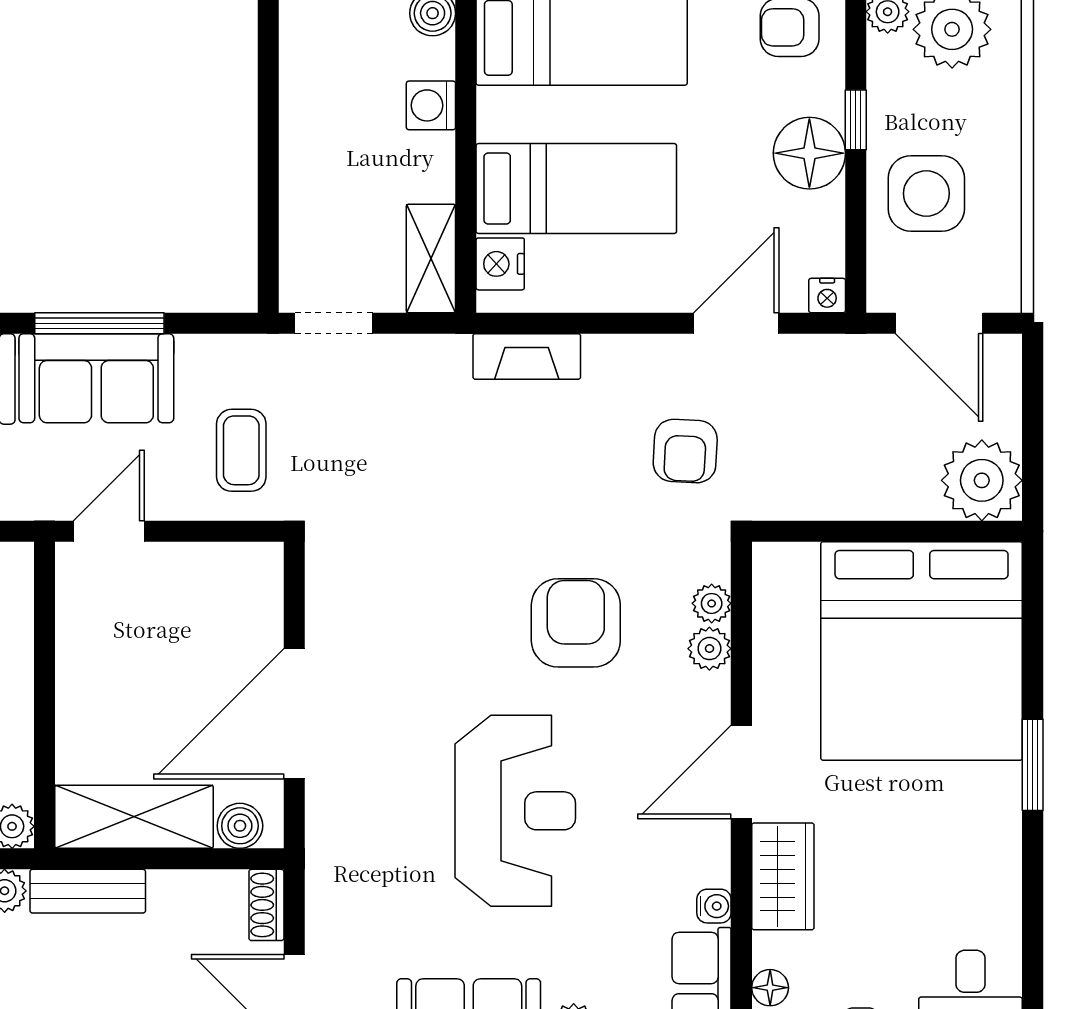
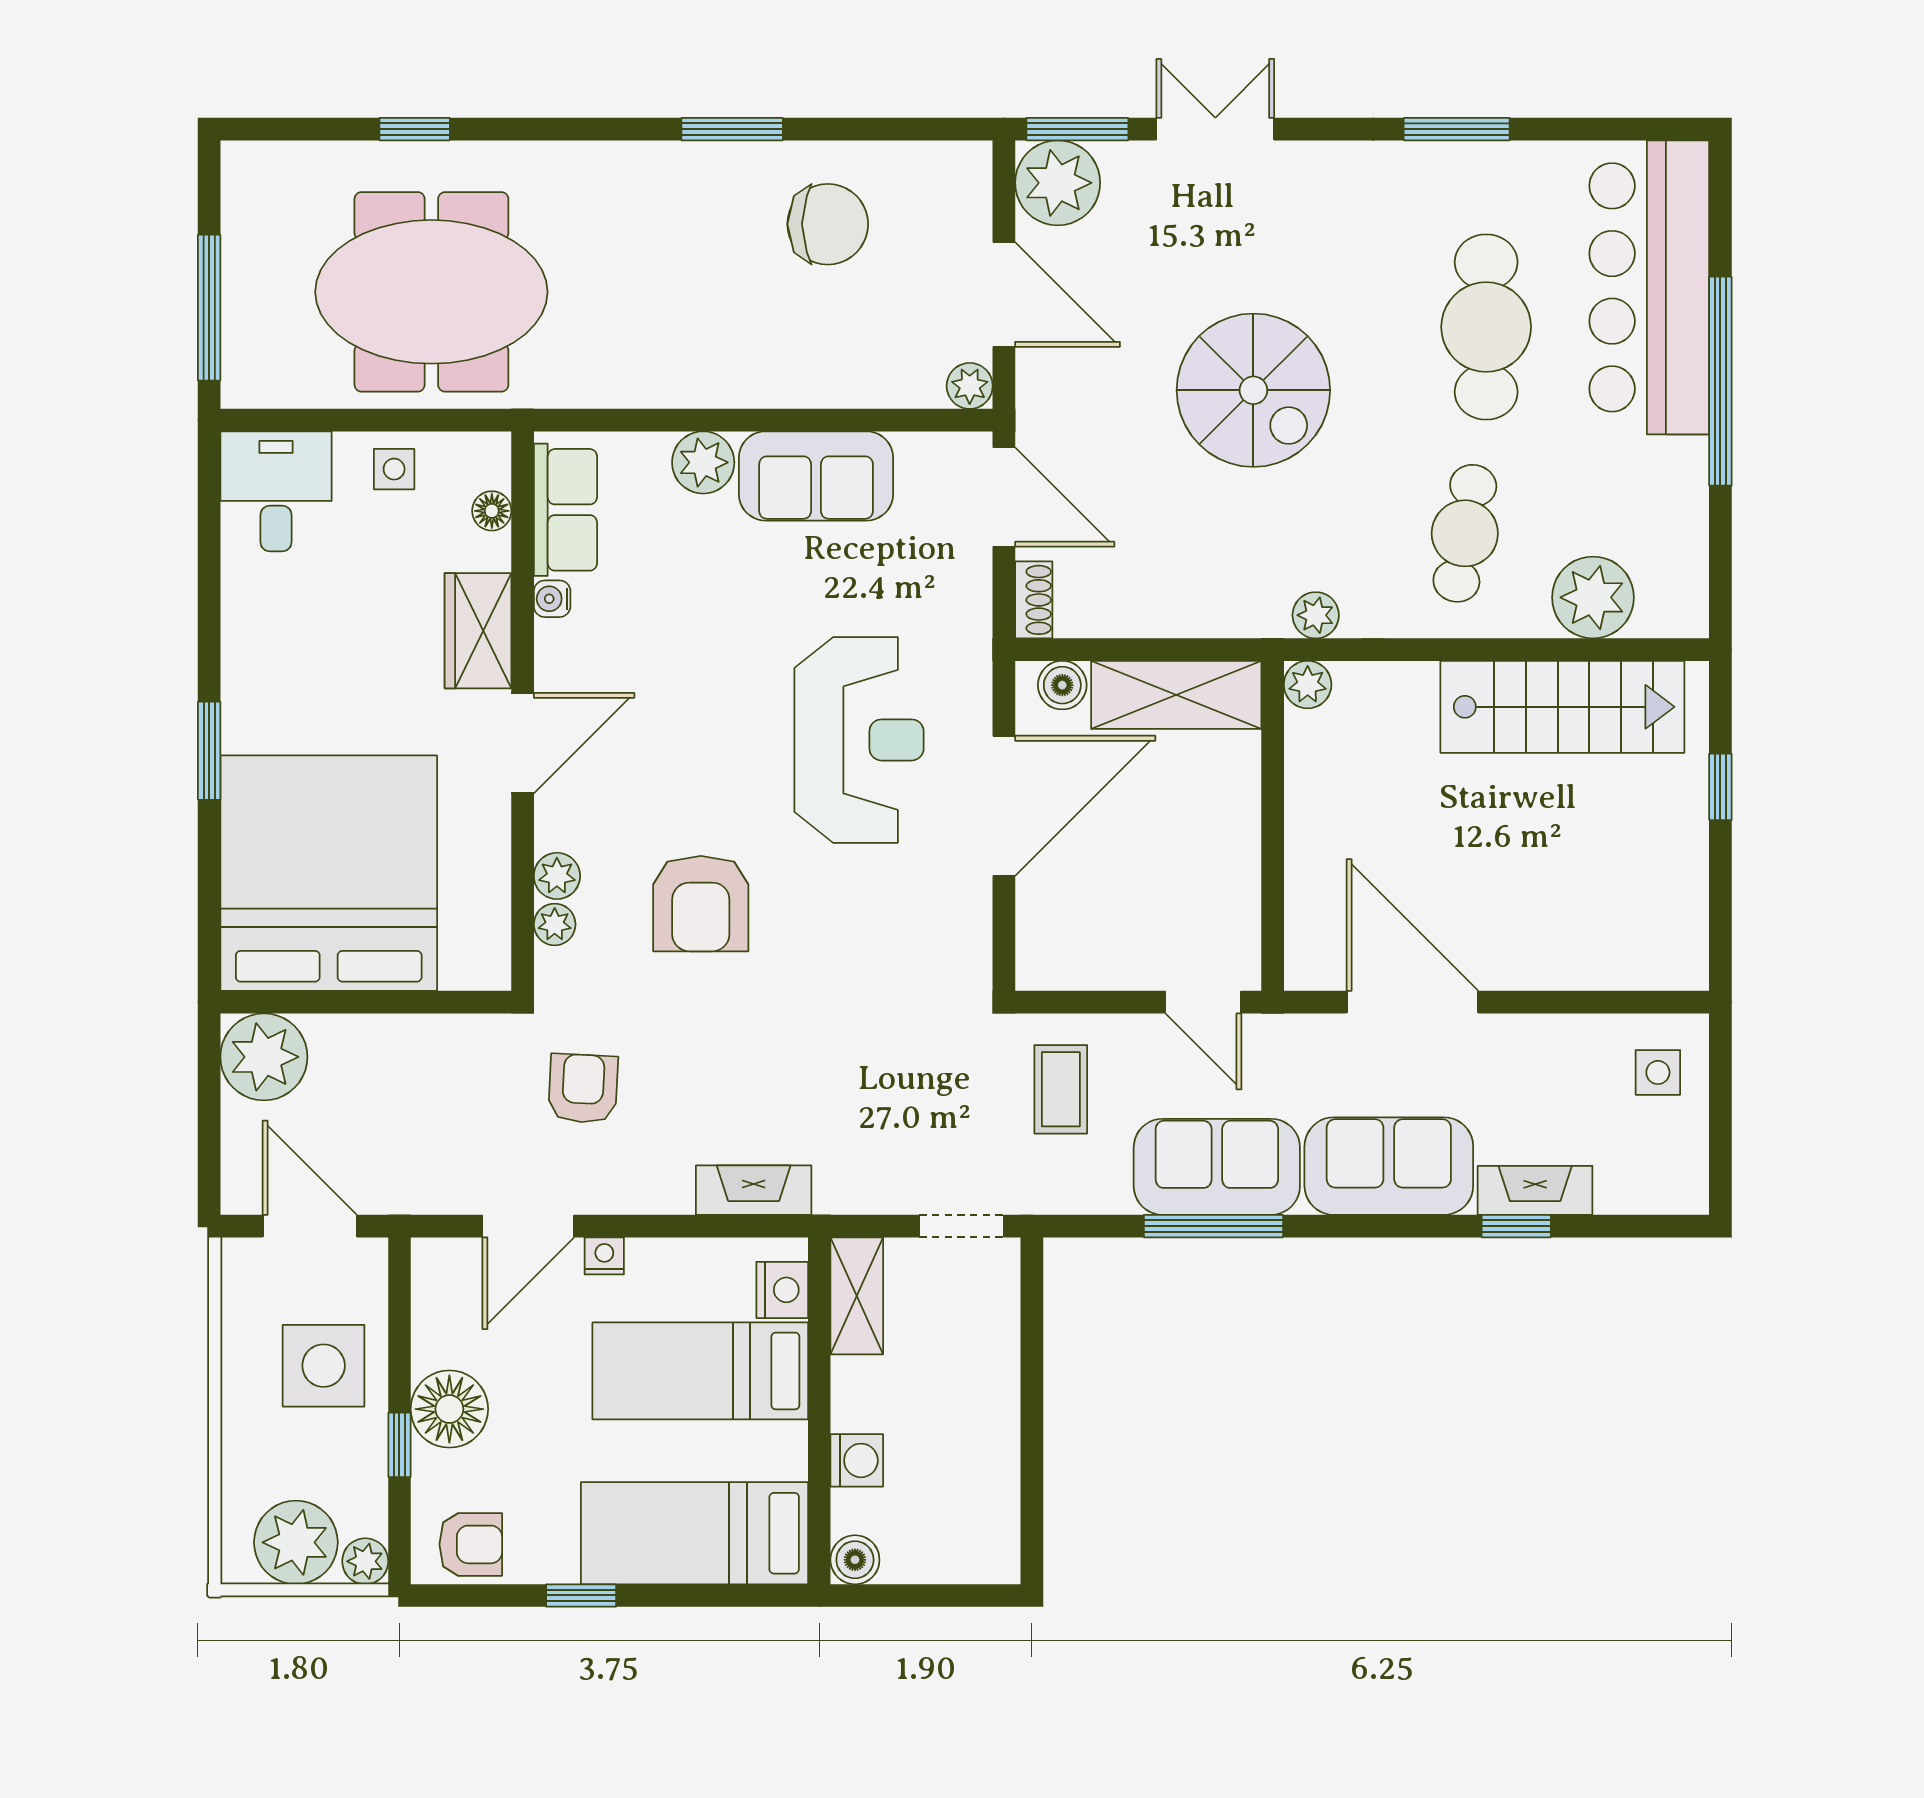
nightstand: (827, 296) -> (604, 1256), moved
door: (109, 531) -> (1203, 1002), hinge flipped
reception desk: (515, 811) -> (859, 740), moved, turned 180
bench: (88, 891) -> (1226, 615), removed

